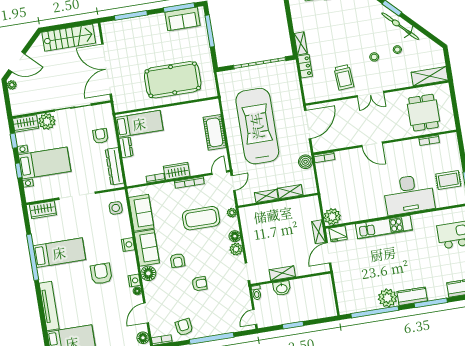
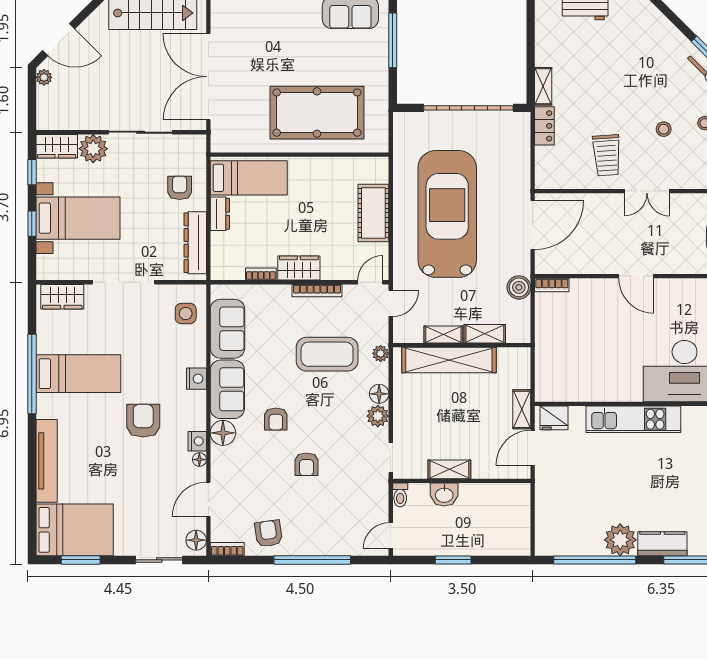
shelving: (272, 210) -> (449, 360), added
plant: (332, 217) -> (549, 387), removed
armchair: (199, 284) -> (306, 464), turned 90

